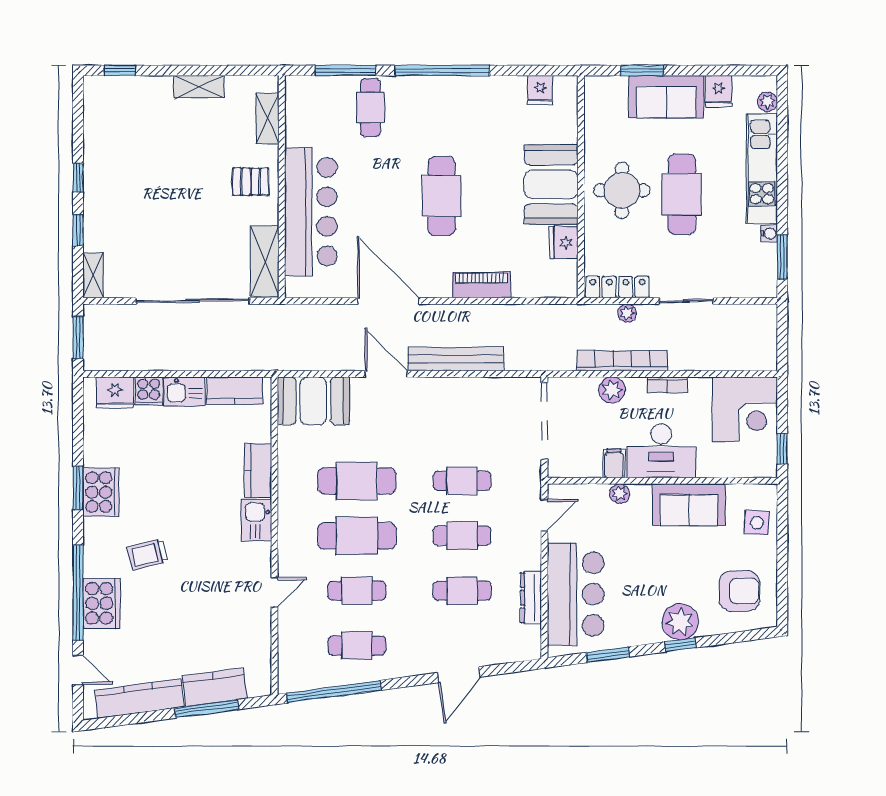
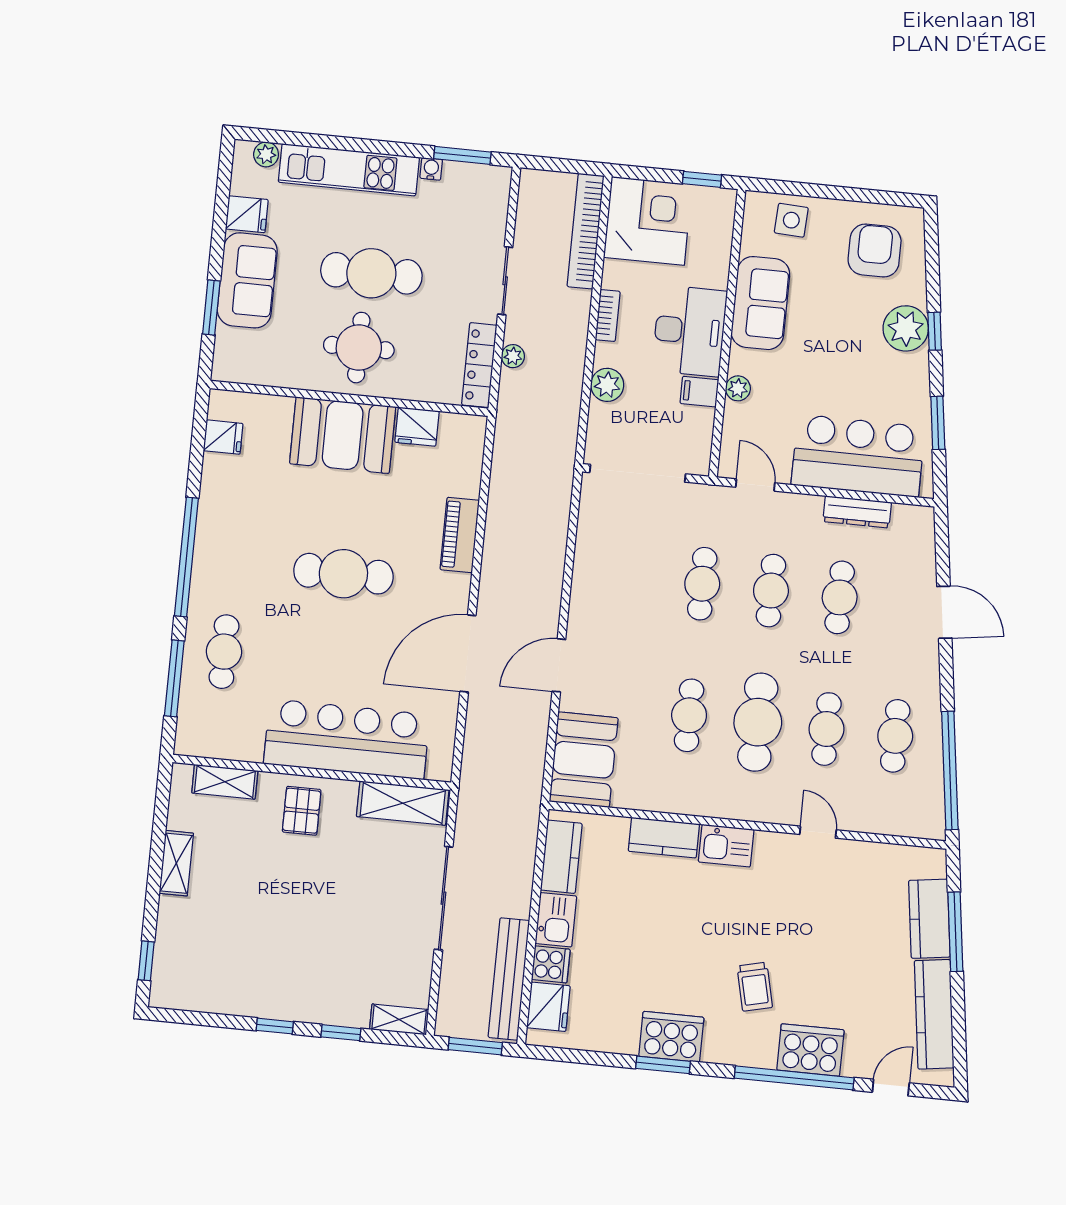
cafe table: (371, 108) -> (224, 652), turned 90
sliding door: (193, 301) -> (444, 898), width x0.73
bench: (456, 359) -> (509, 979), moved
bookcase: (622, 361) -> (586, 231), moved
cafe table: (357, 481) -> (689, 715), width x0.73, depth x0.74

